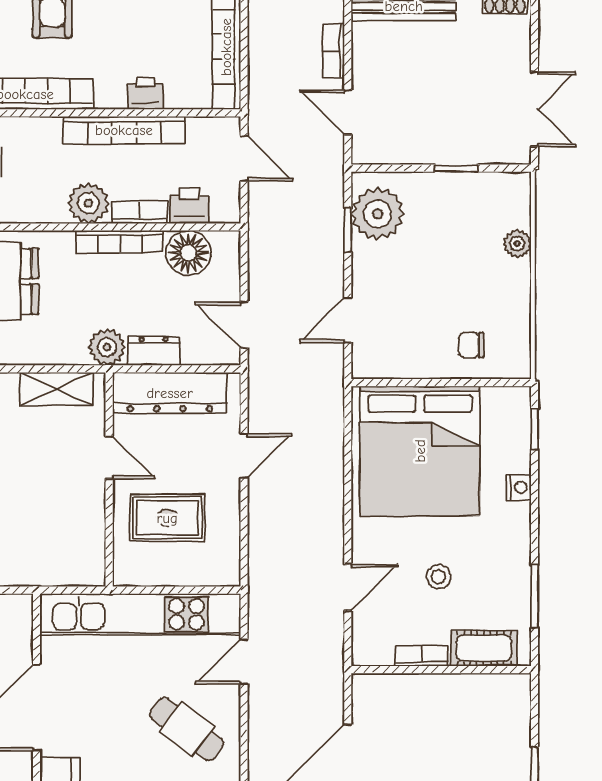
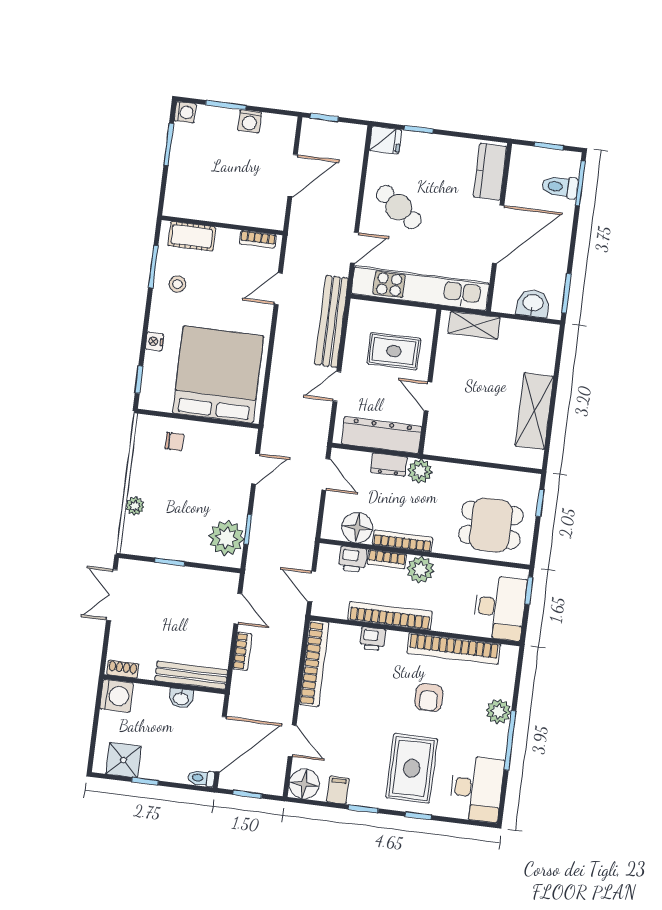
shelving: (57, 389) -> (474, 325), moved
bench: (264, 550) -> (331, 321), added
stool: (439, 577) -> (177, 284), moved
bookcase: (422, 656) -> (258, 239), moved

